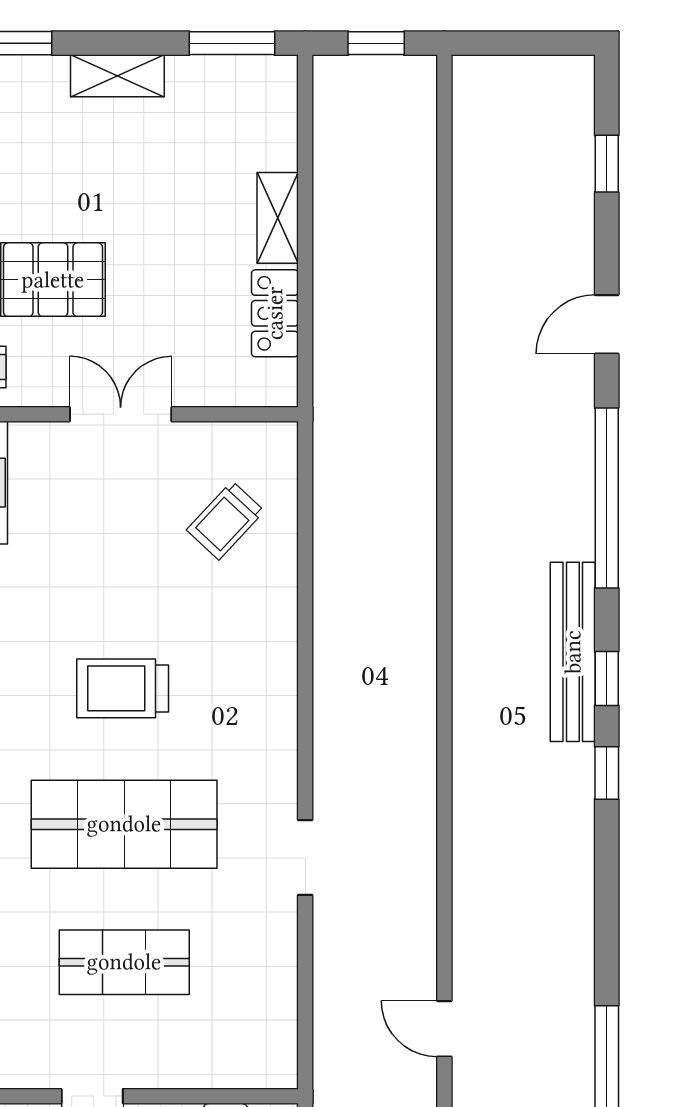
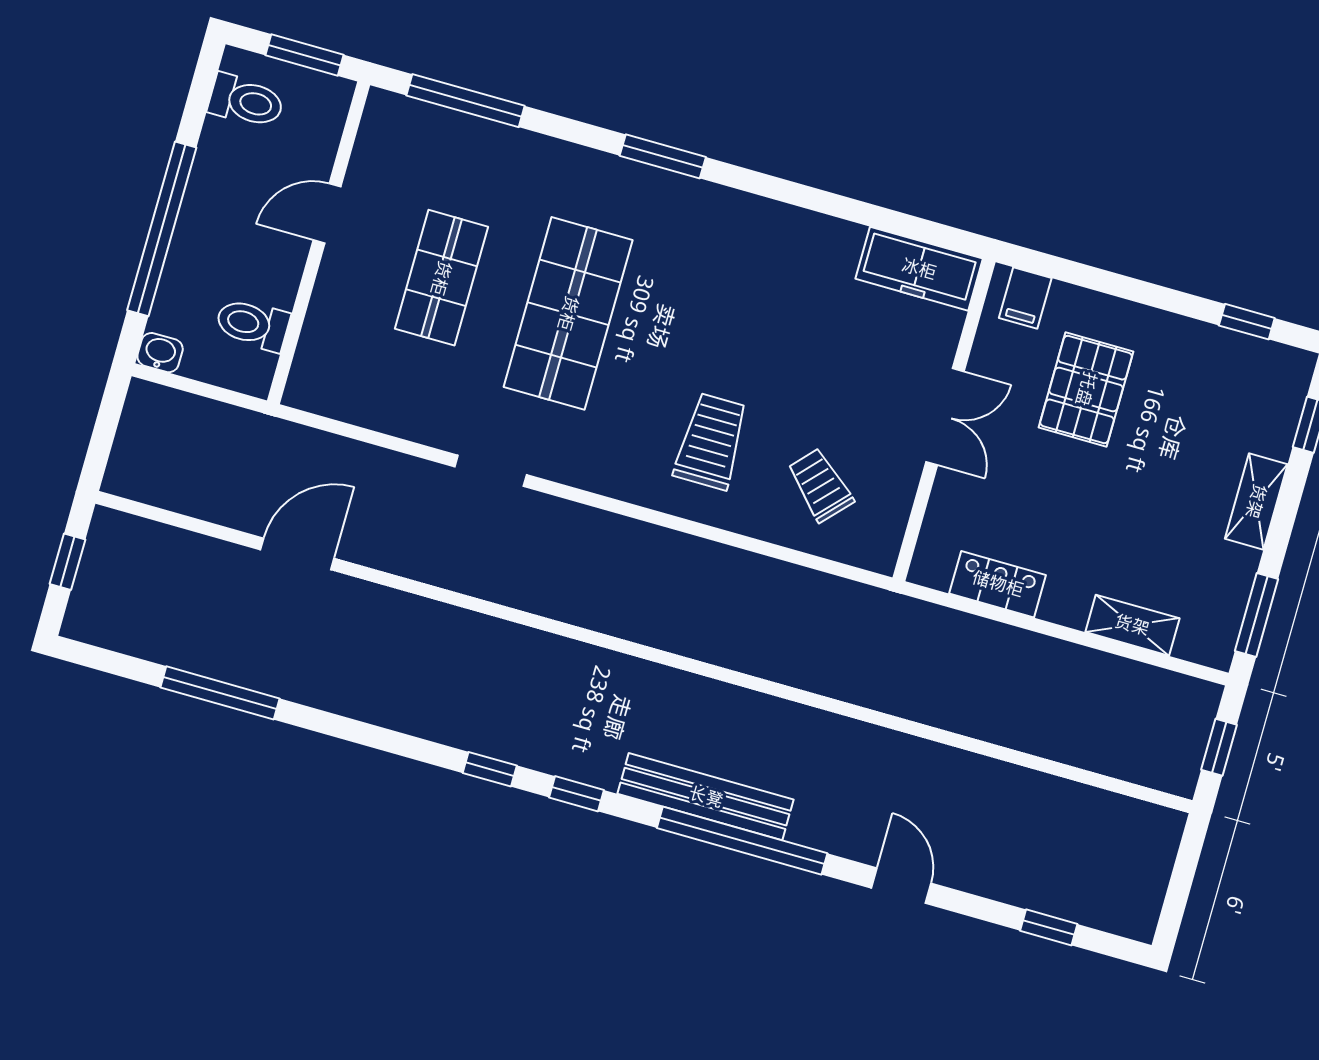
shelving: (278, 218) -> (1132, 625), moved
bench: (573, 652) -> (706, 797), moved
trolley: (123, 688) -> (711, 441), moved
door: (444, 1029) -> (297, 554), width x1.38

